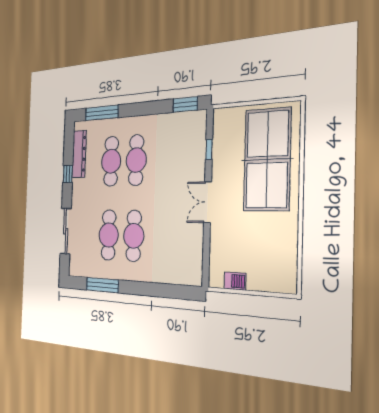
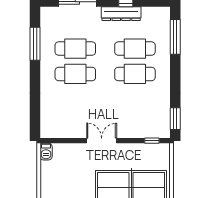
window: (209, 149) -> (152, 141), moved
dresser: (79, 154) -> (121, 14), moved
barbecue: (235, 281) -> (46, 152), moved

